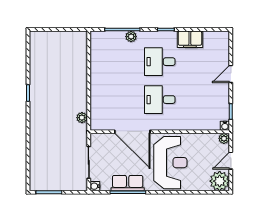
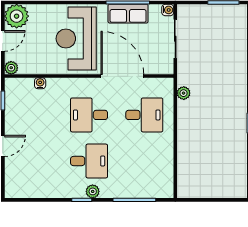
plant: (131, 37) -> (93, 191), moved
filing cabinet: (190, 39) -> (52, 188), removed
desk: (114, 100) -> (144, 115), added
desk: (160, 100) -> (89, 115), turned 180
water cooler: (225, 126) -> (40, 83), moved

